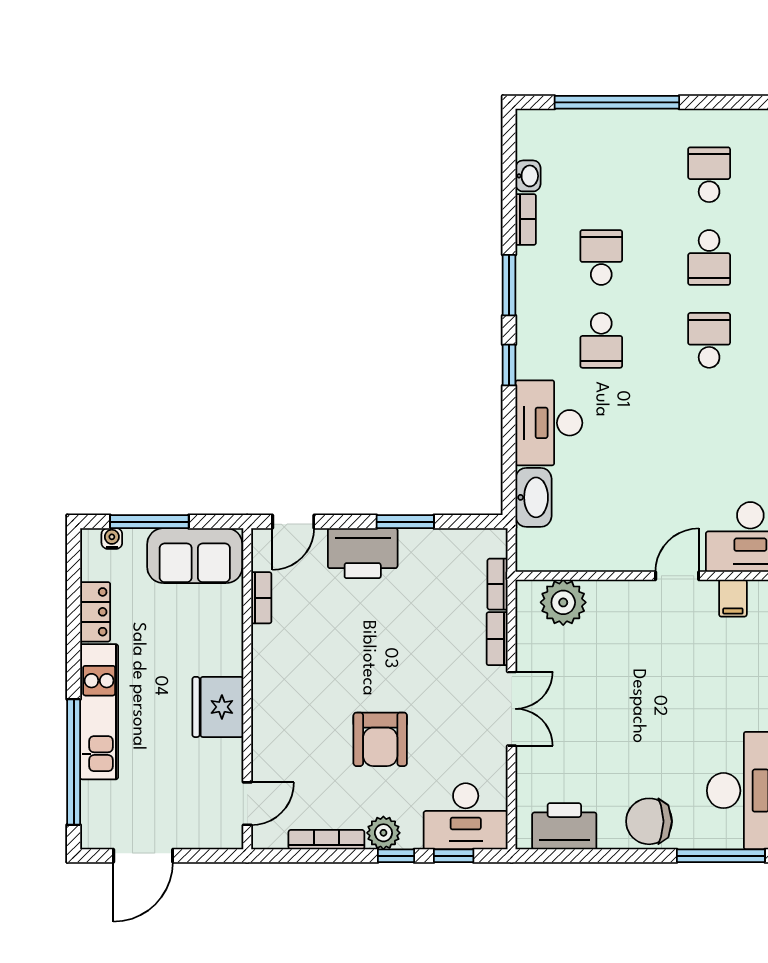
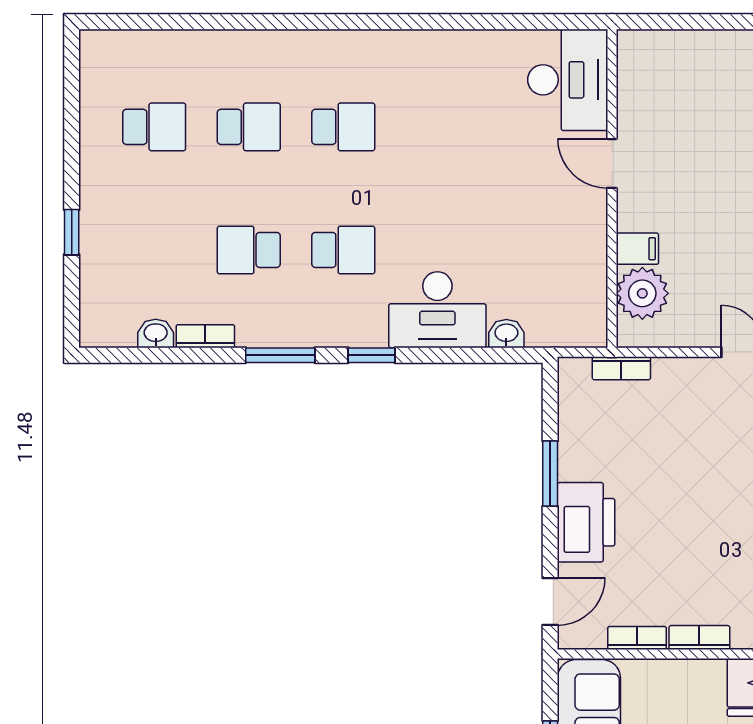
window: (617, 102) -> (72, 232), width x0.32
school desk: (709, 175) -> (154, 127), turned 180
school desk: (709, 340) -> (343, 127), turned 180
washbasin: (534, 497) -> (506, 334), width x0.52, depth x0.69
door: (293, 522) -> (550, 601), hinge flipped
filing cabinet: (733, 598) -> (637, 249), moved
bookcase: (497, 639) -> (699, 638), moved, turned 180

